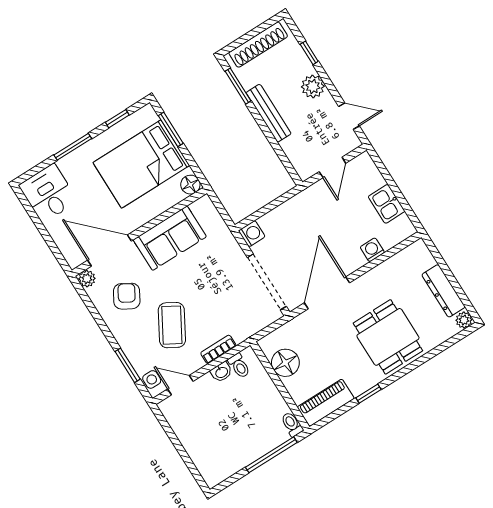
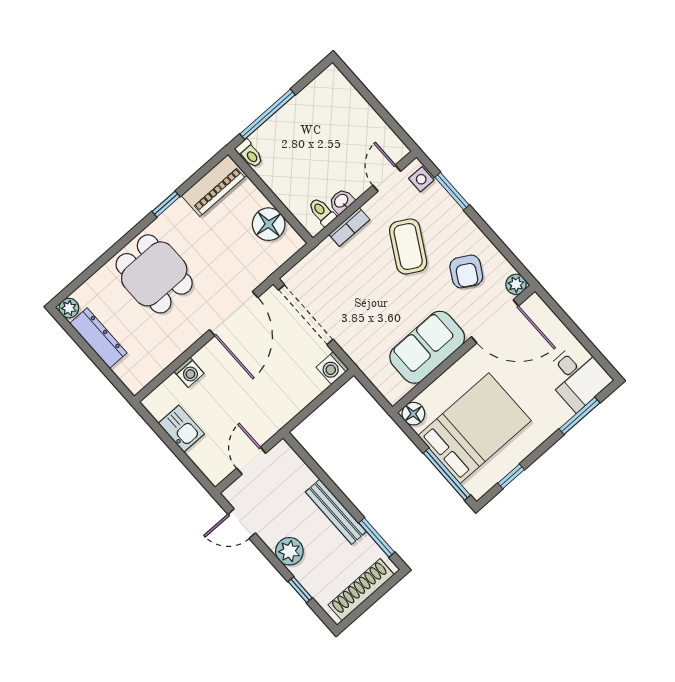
window: (171, 129) -> (447, 474), width x1.44
window: (73, 147) -> (580, 416), moved
door: (180, 385) -> (387, 178), swing flipped

